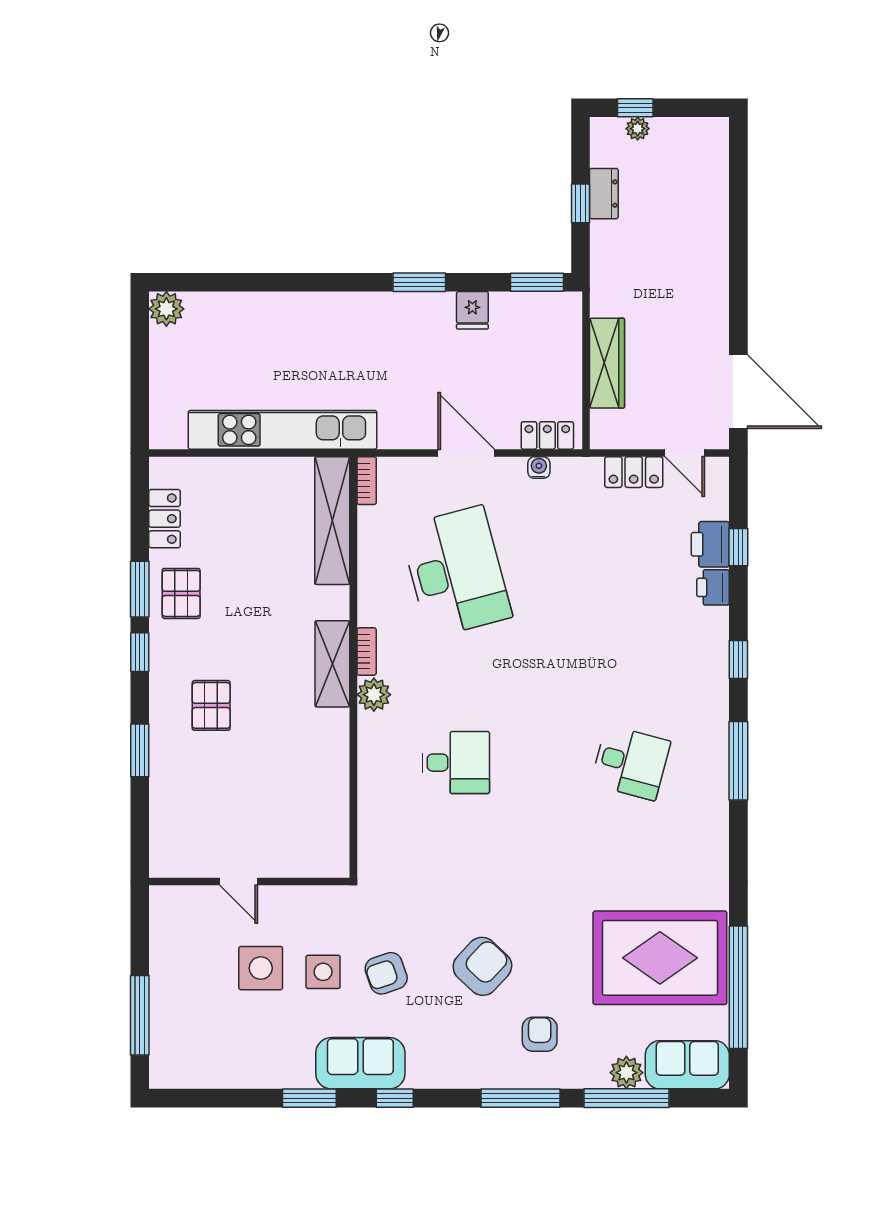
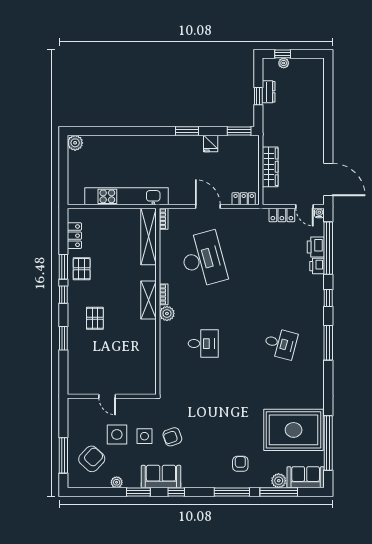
water cooler: (539, 468) -> (319, 213), moved
window: (738, 547) -> (328, 248), width x3.17
armchair: (482, 966) -> (92, 459), moved
plant: (260, 1076) -> (117, 482), added

